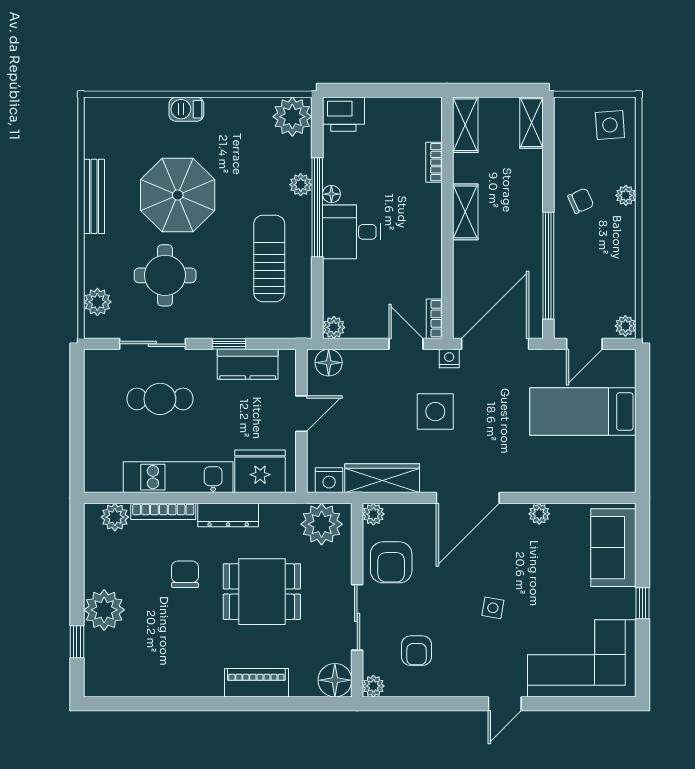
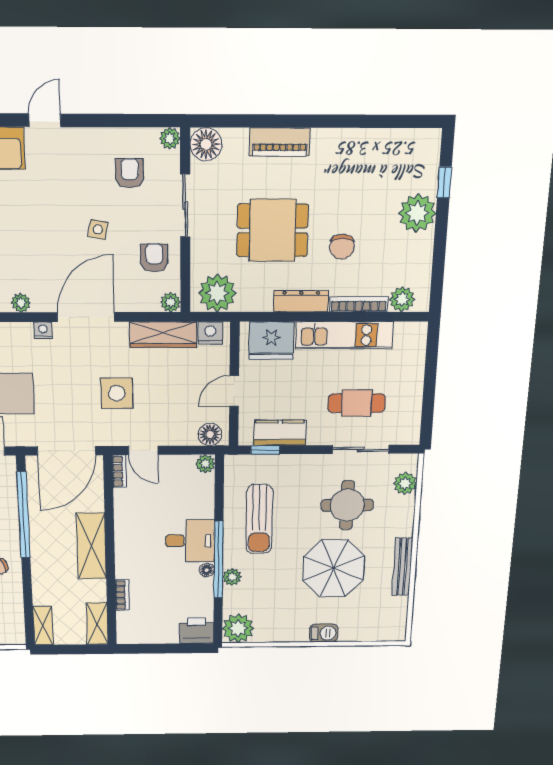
shelving: (465, 212) -> (91, 546), width x1.50, depth x1.33
window: (229, 344) -> (265, 450), moved
nightstand: (449, 358) -> (43, 330), moved, turned 180
armchair: (391, 562) -> (154, 258), width x0.72, depth x0.72
side table: (493, 608) -> (98, 230), moved

